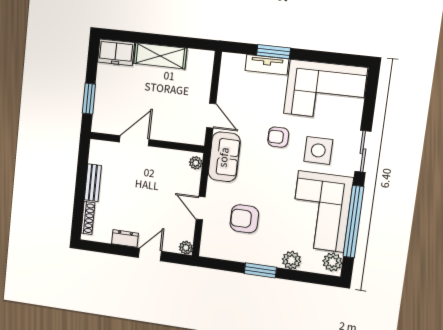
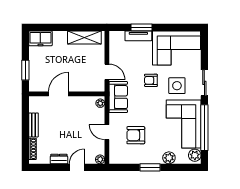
shelving: (160, 56) -> (84, 38), moved

